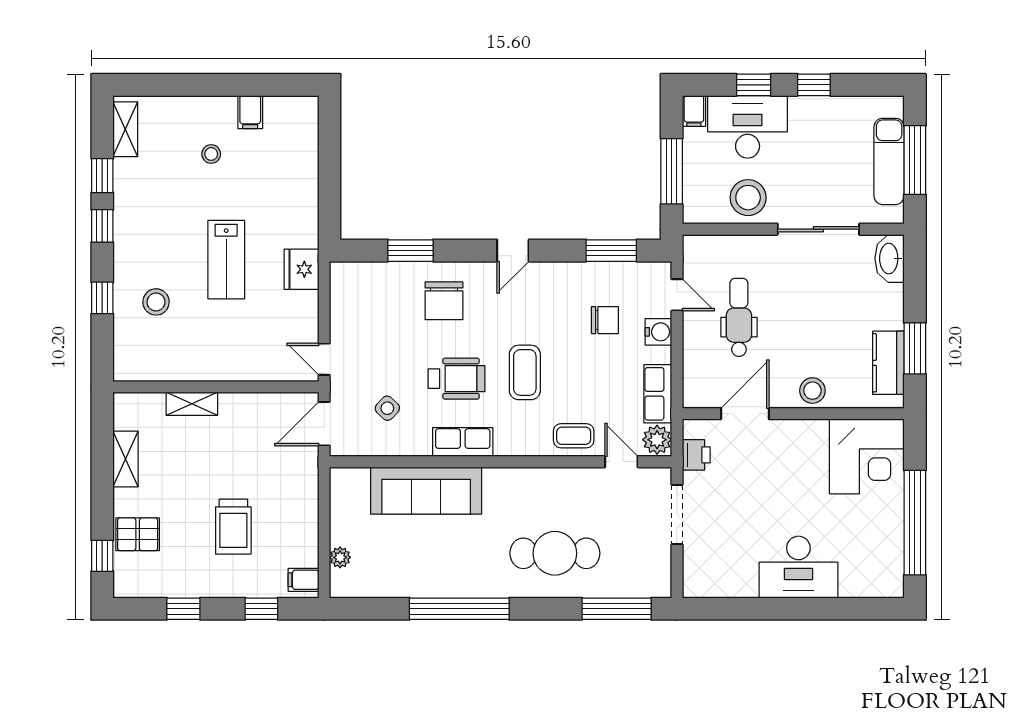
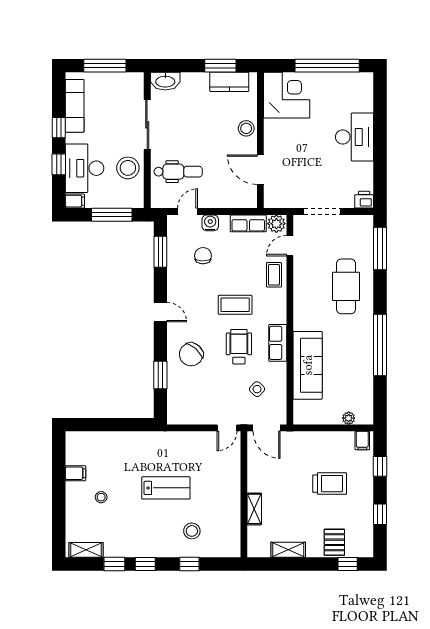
exam couch: (889, 161) -> (75, 106), moved, turned -90
fridge: (302, 269) -> (172, 442), removed
chair: (444, 301) -> (191, 354), turned 132
dental chair: (739, 317) -> (178, 172), moved, turned 180
printer: (696, 455) -> (364, 200), moved

